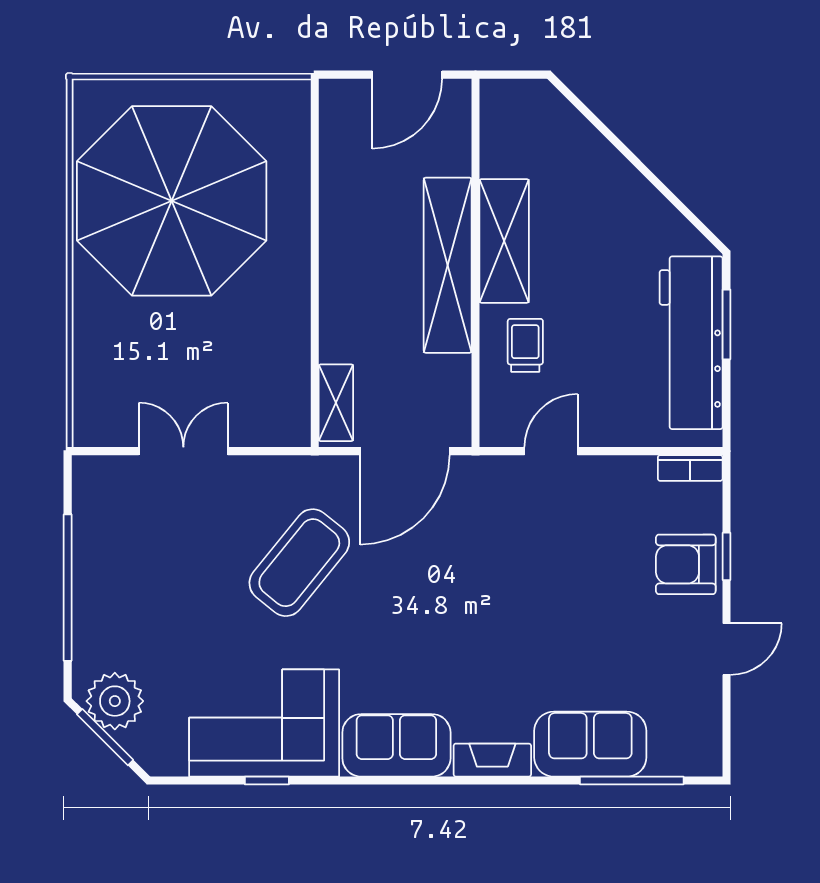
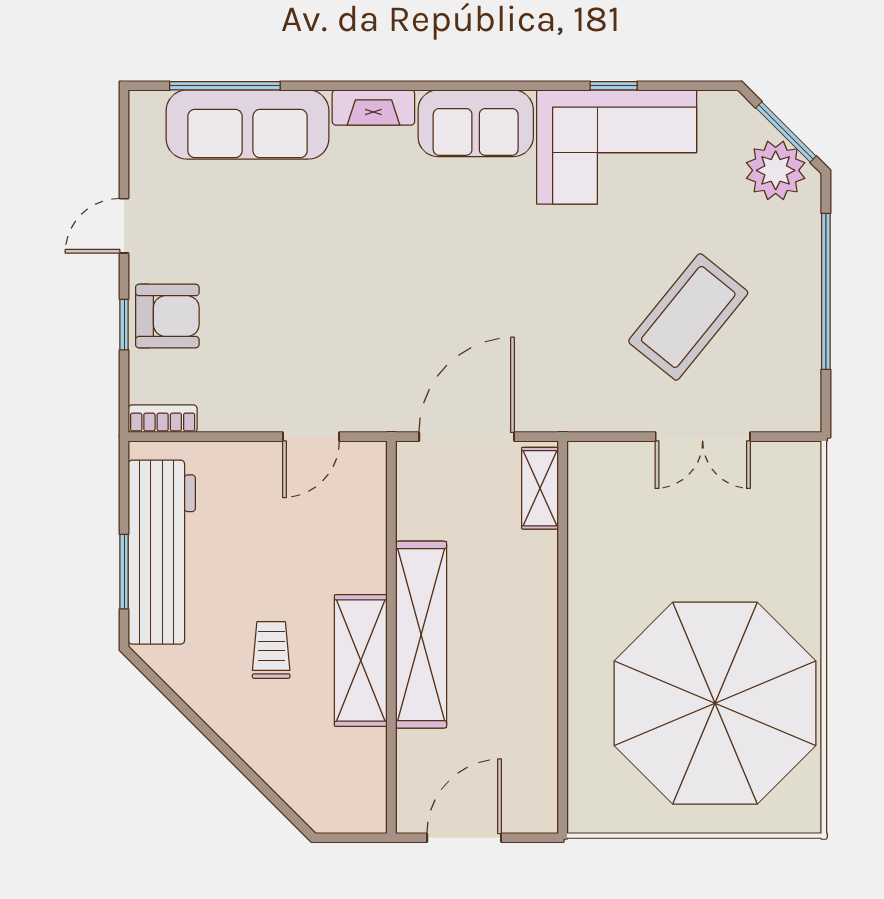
trolley: (525, 345) -> (271, 650), moved, turned 180
coffee table: (299, 563) -> (688, 317), moved
sofa: (590, 744) -> (248, 125), width x1.36

